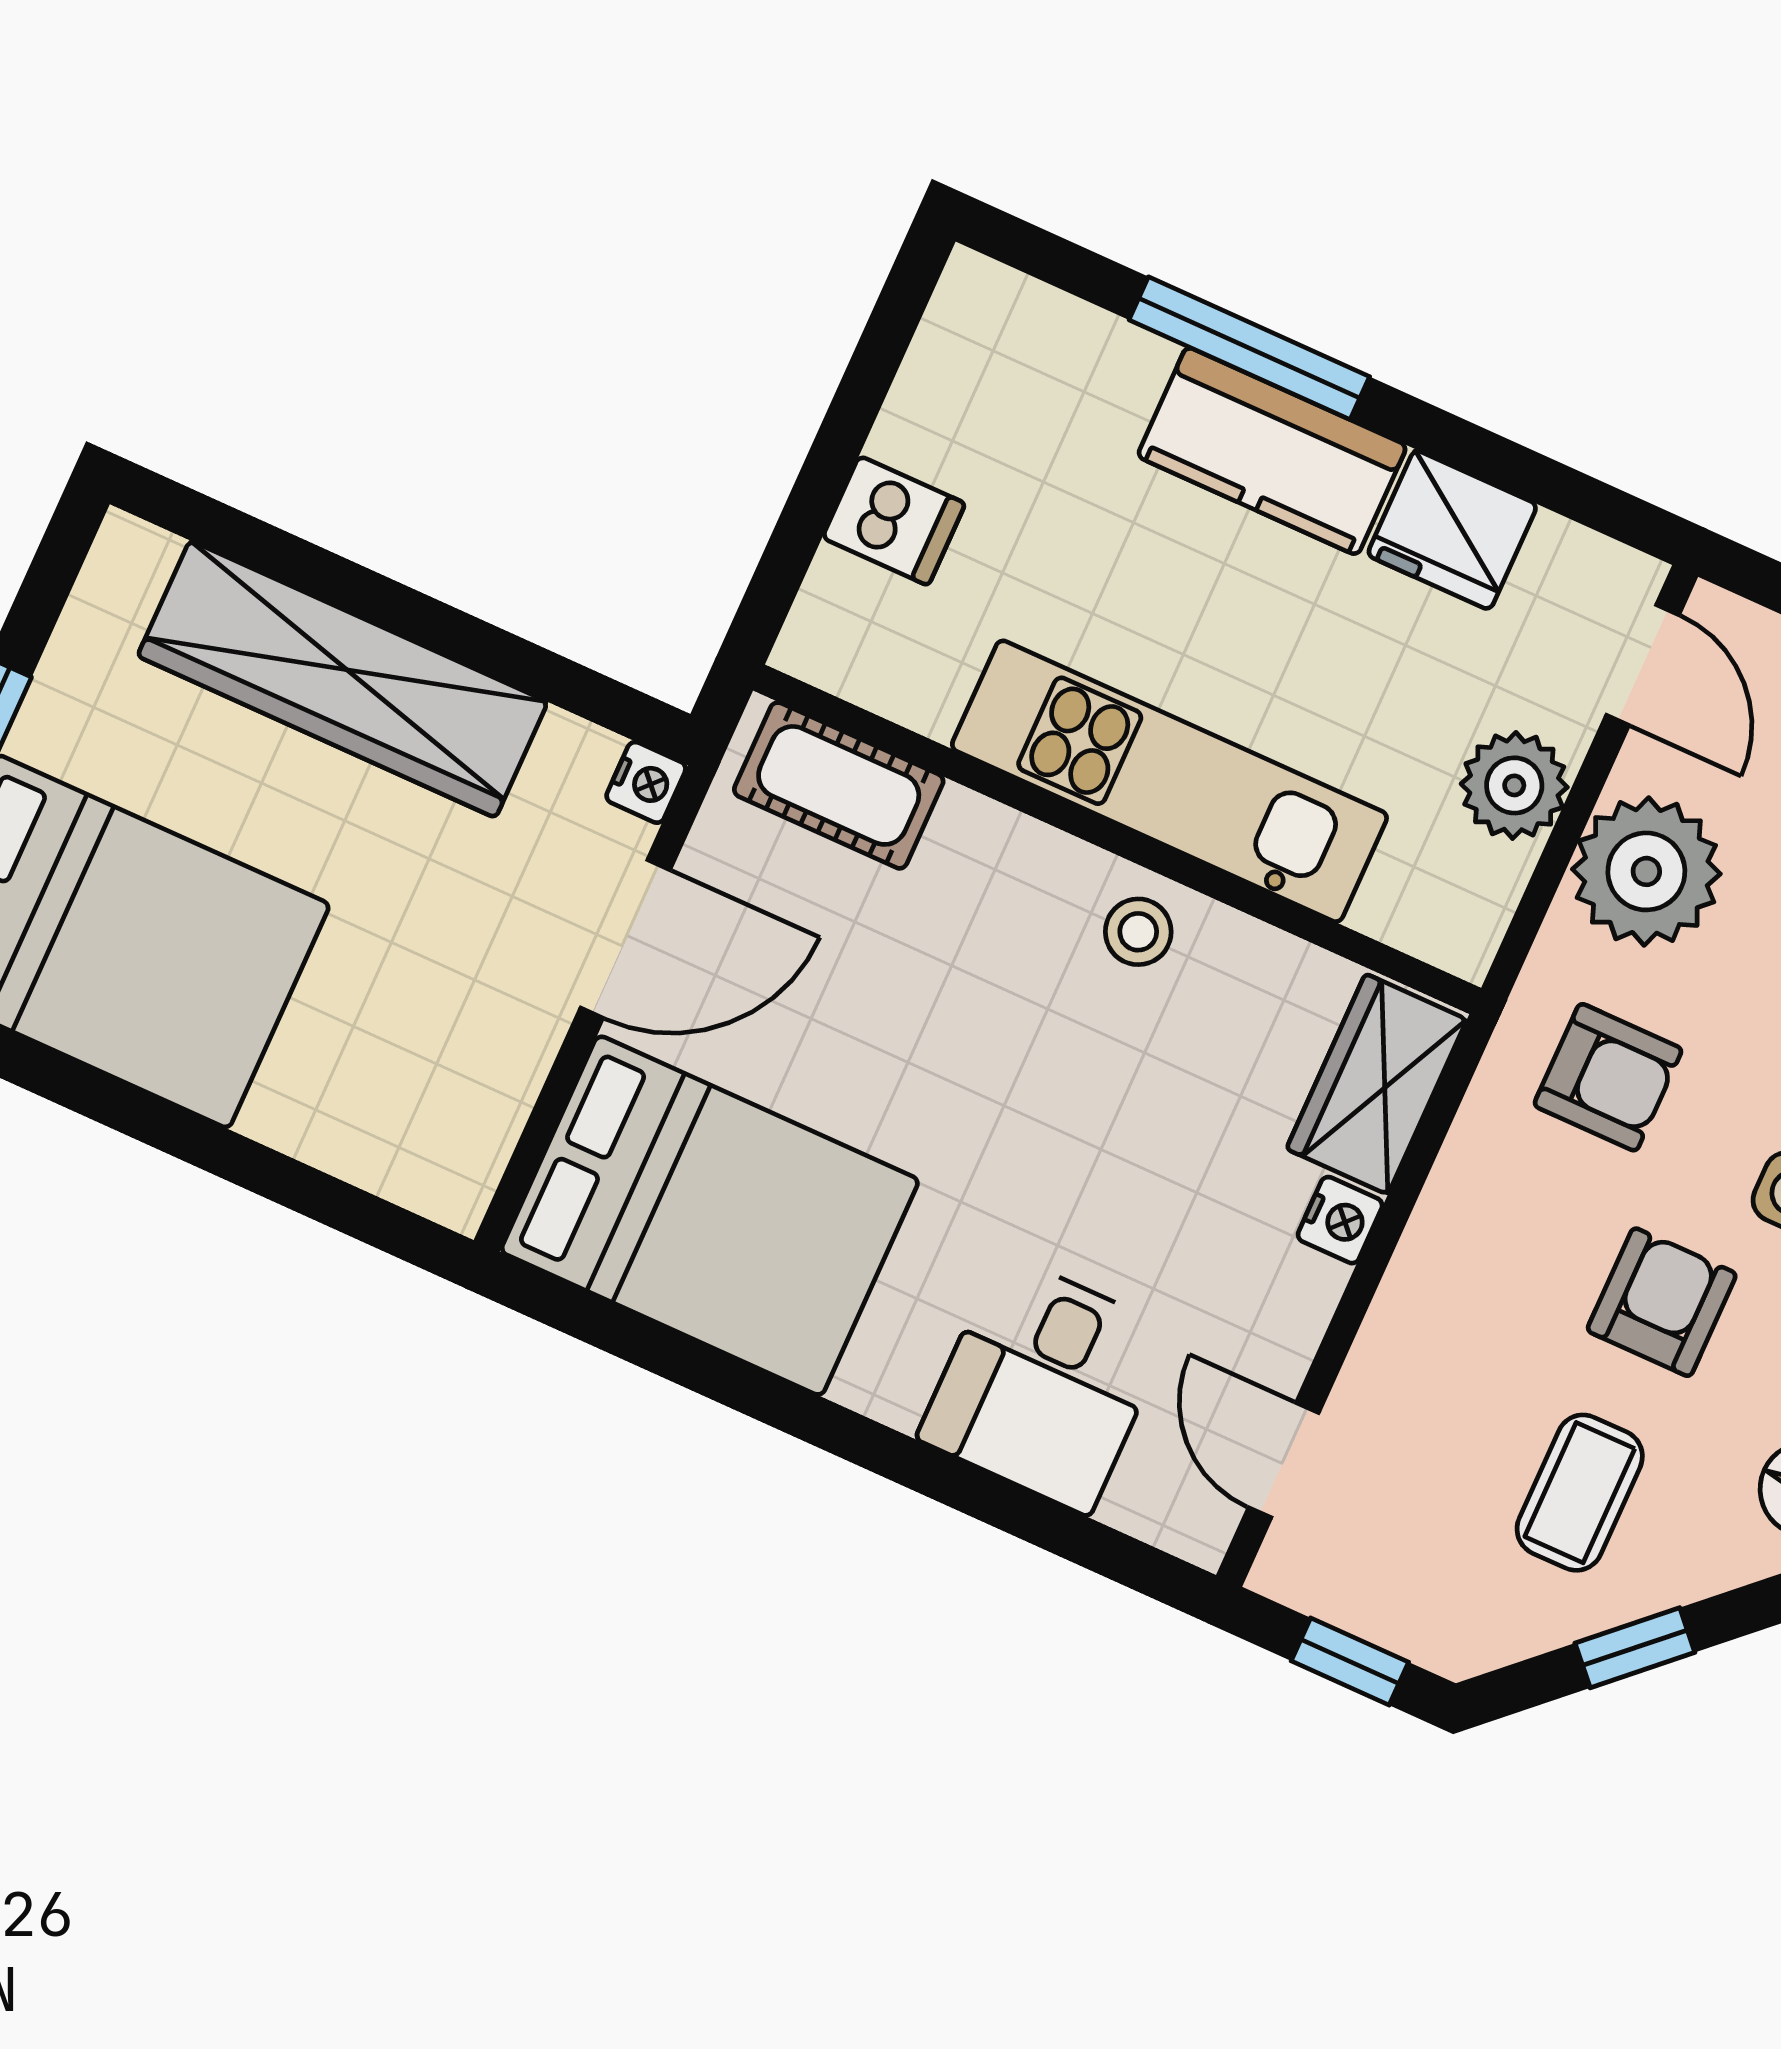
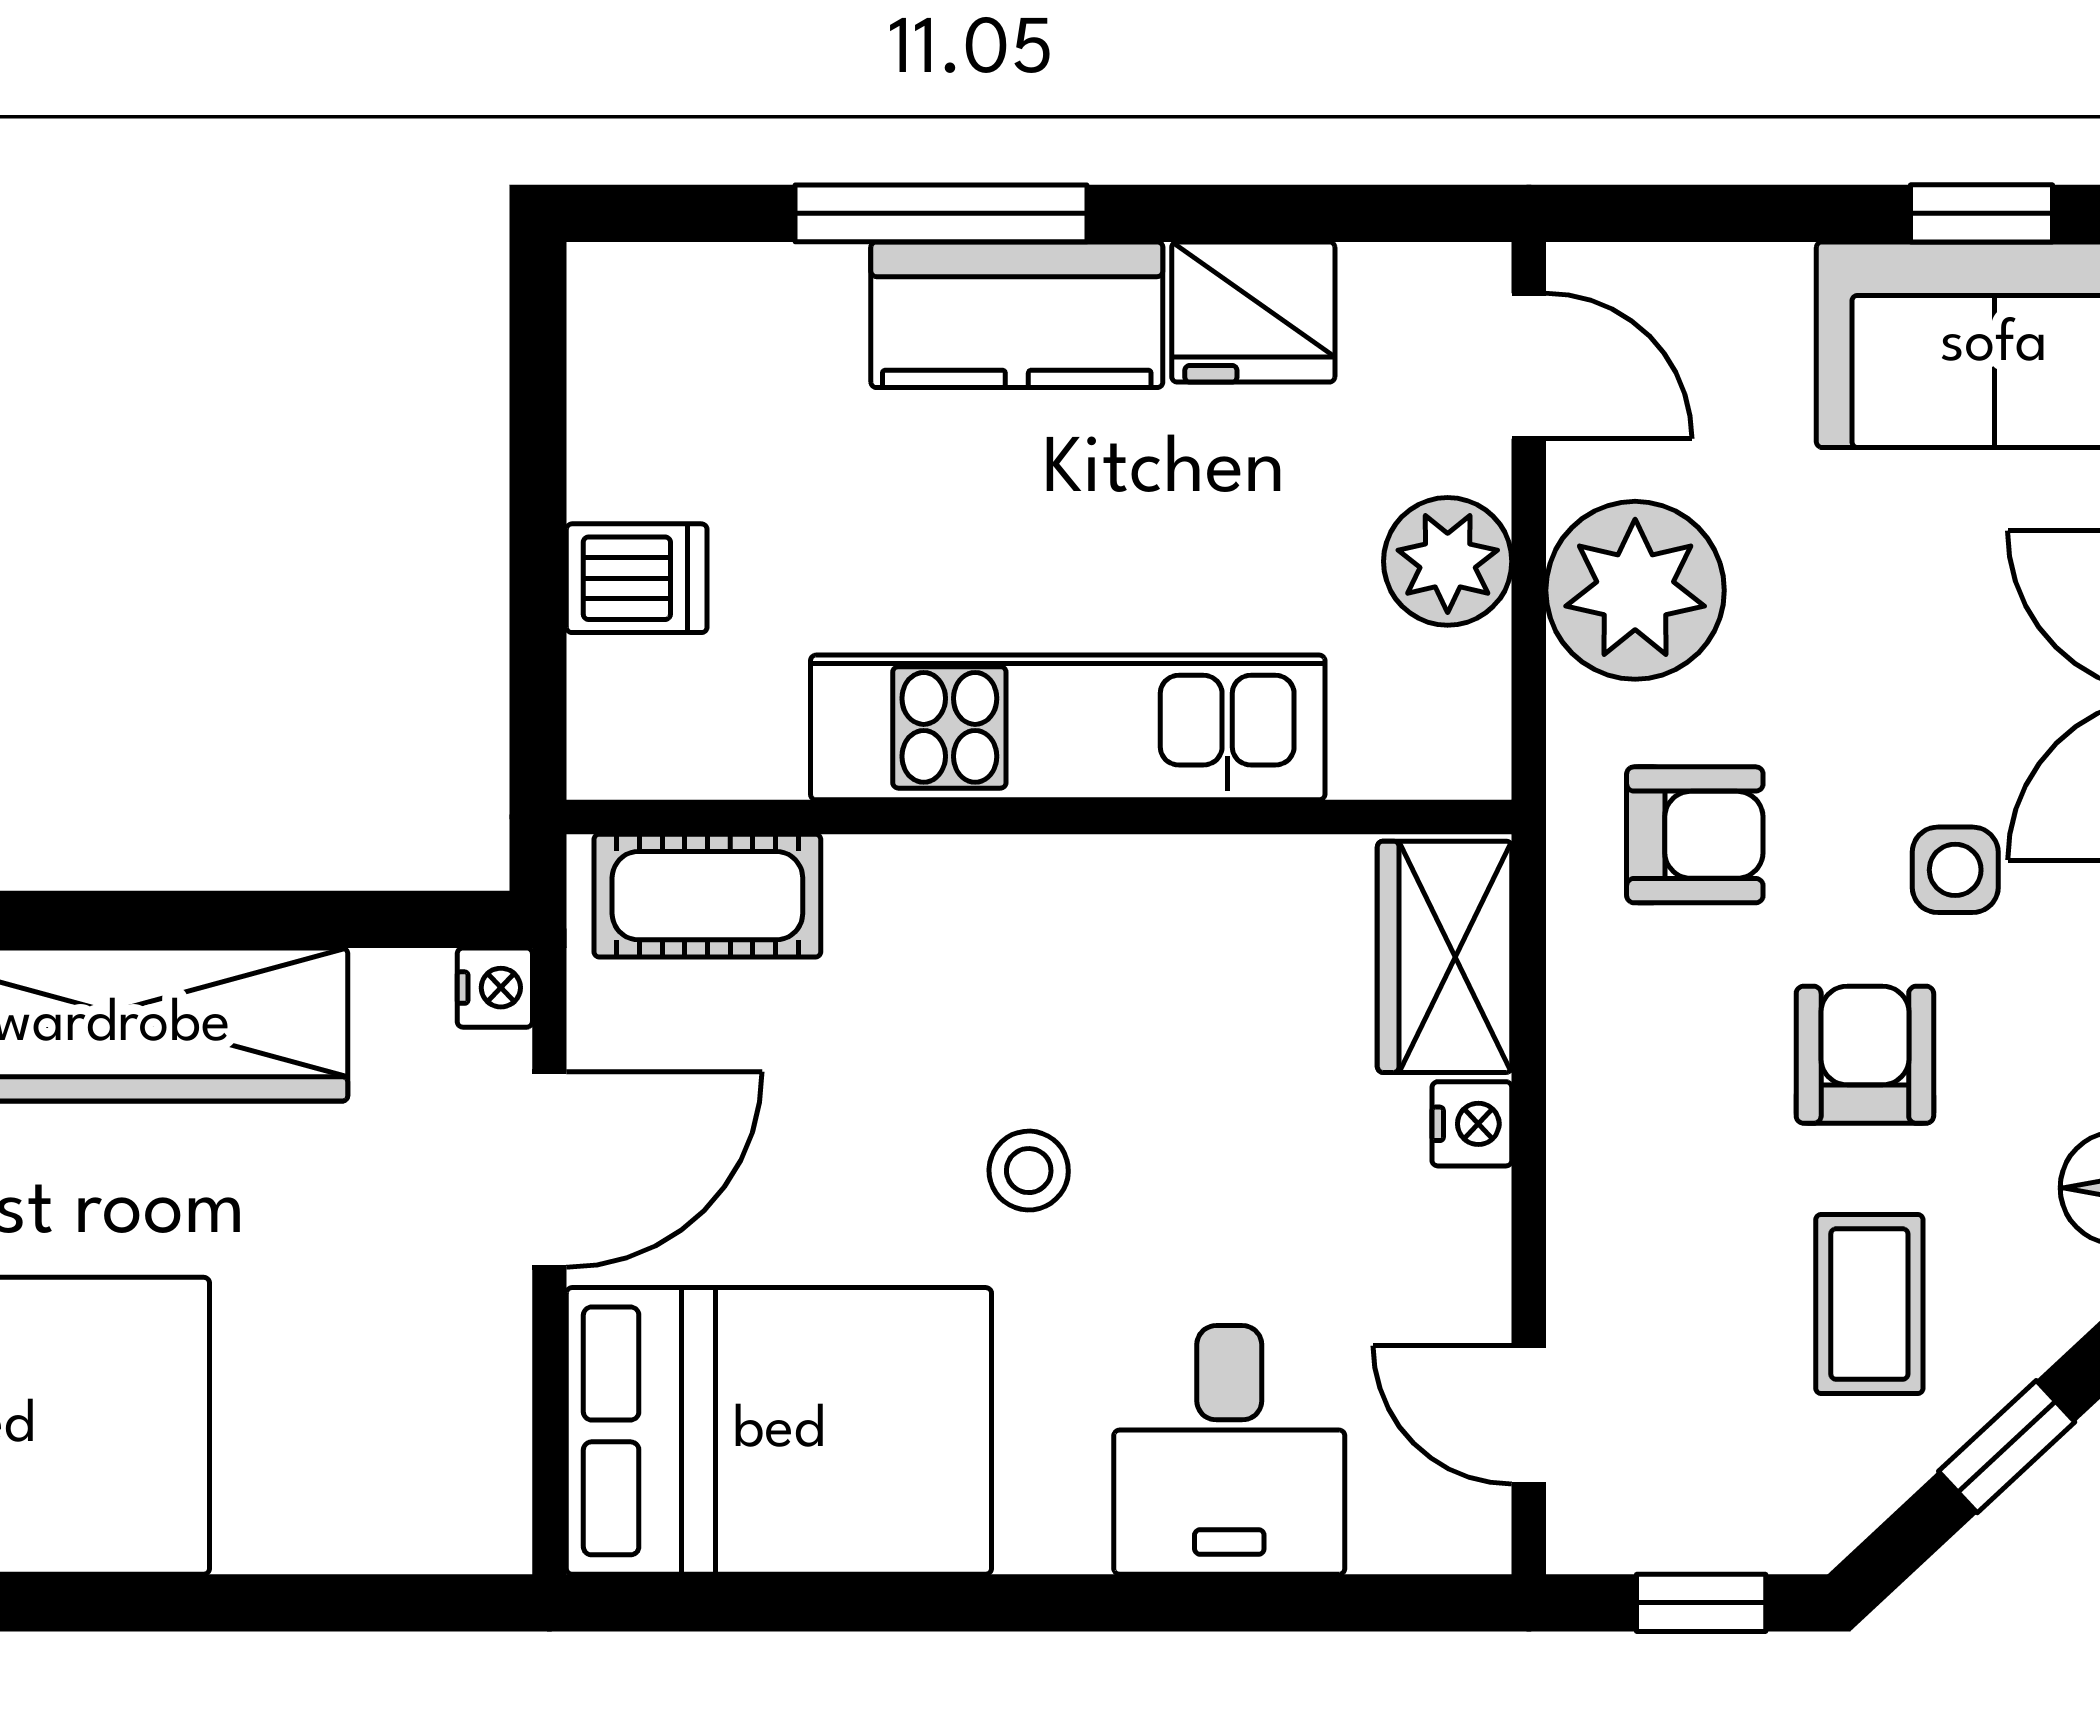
stool: (1138, 932) -> (1029, 1171), moved

